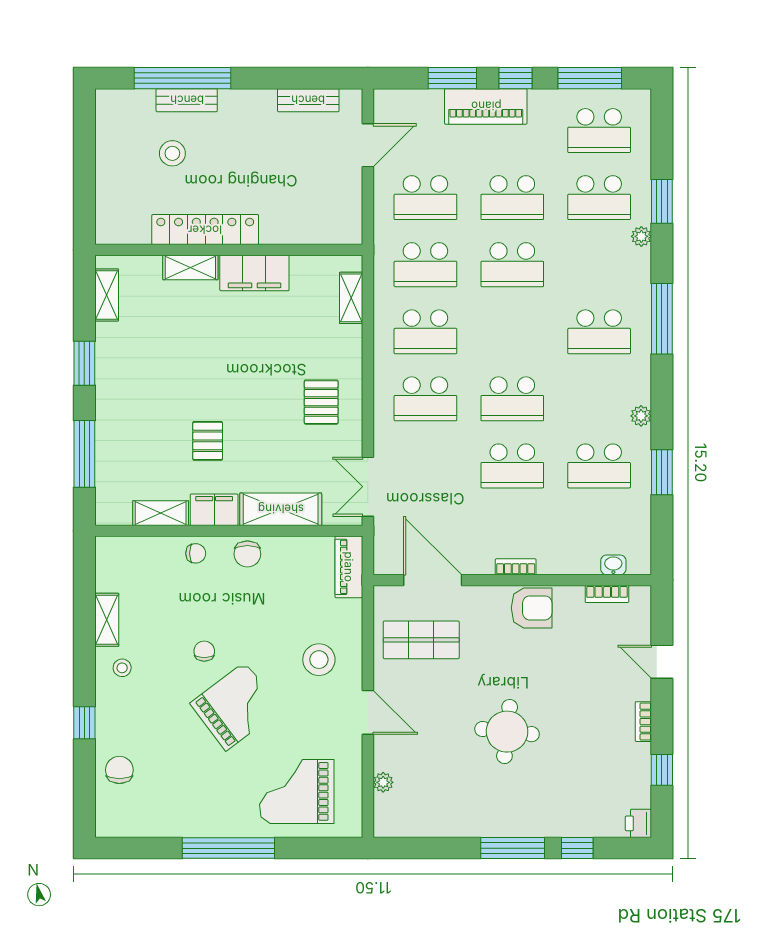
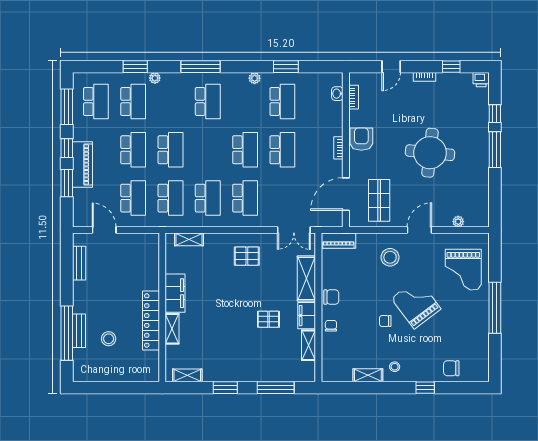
round table: (507, 732) -> (430, 153), width x1.36, depth x1.36

